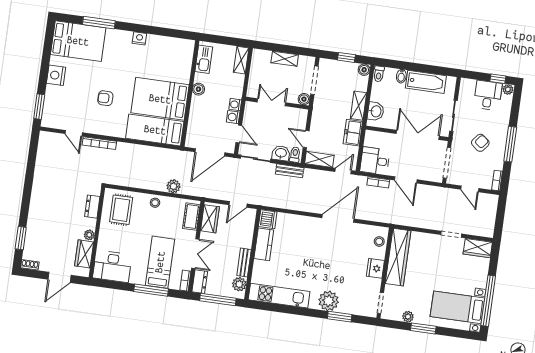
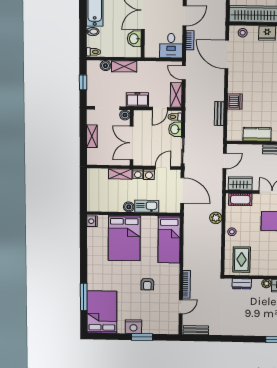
nightstand: (139, 38) -> (92, 221), moved
kitchen sink: (204, 59) -> (147, 206), moved
shelving: (241, 60) -> (120, 174), moved
boiler: (364, 70) -> (105, 66), moved
bed: (160, 99) -> (124, 238), moved
double door: (271, 102) -> (132, 143), width x1.37
window: (39, 107) -> (142, 337), moved
washbasin: (376, 111) -> (134, 39), moved, turned -90
freezer: (353, 133) -> (137, 100), moved, turned 180
bench: (43, 147) -> (196, 330), added
bench: (290, 171) -> (219, 114), moved
door: (238, 204) -> (225, 161), hinge flipped
rug: (121, 210) -> (242, 260), turned 90
door: (338, 218) -> (227, 55), moved
dishwasher: (268, 219) -> (235, 102), moved, turned 90

